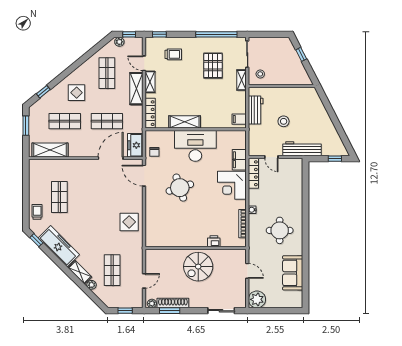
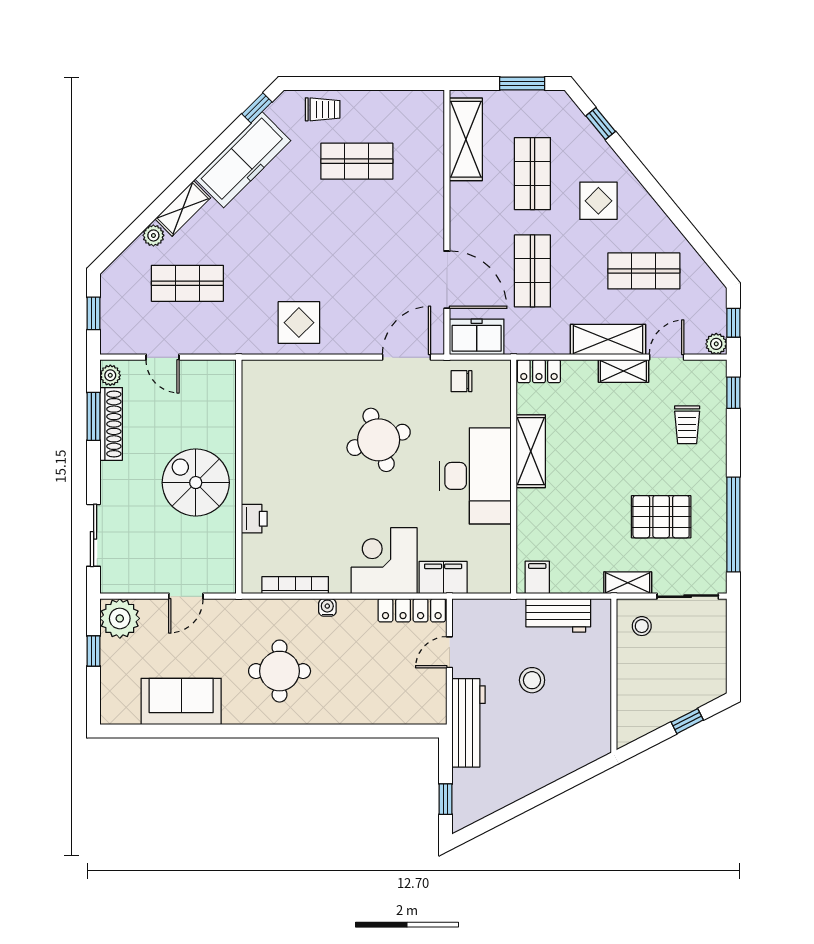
plant: (119, 42) -> (716, 344), moved
locker: (150, 113) -> (539, 371), width x0.66
window: (271, 311) -> (94, 651), added

